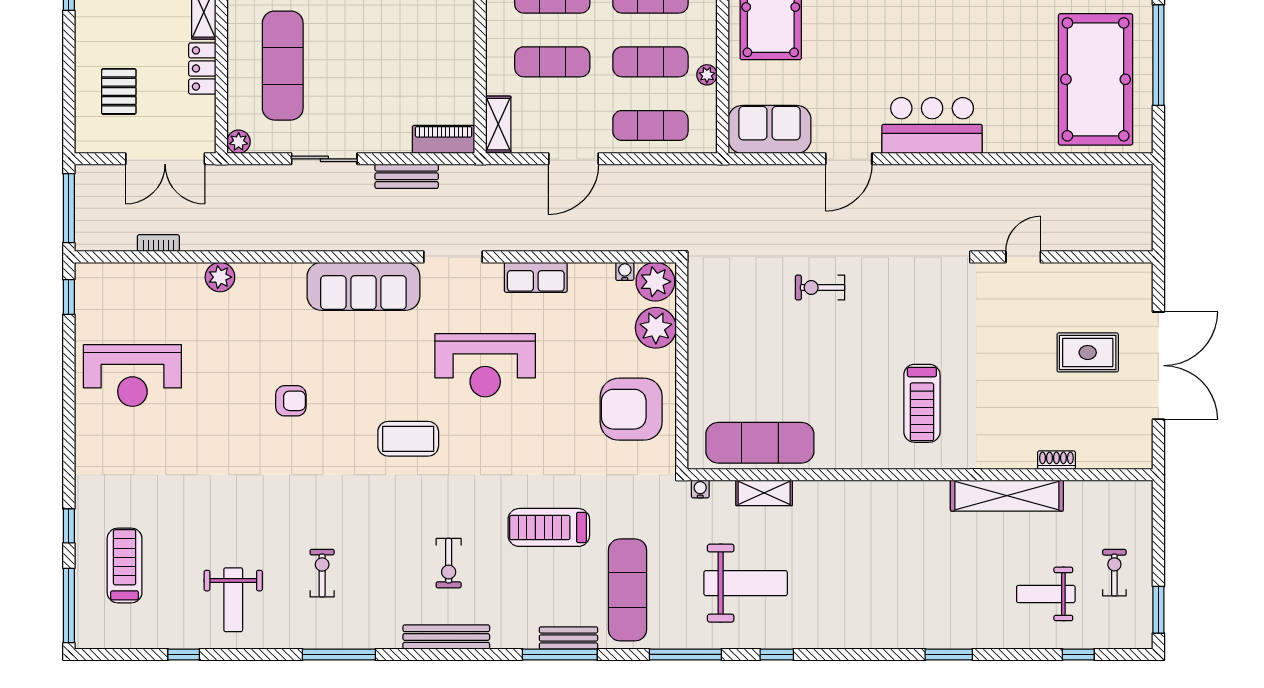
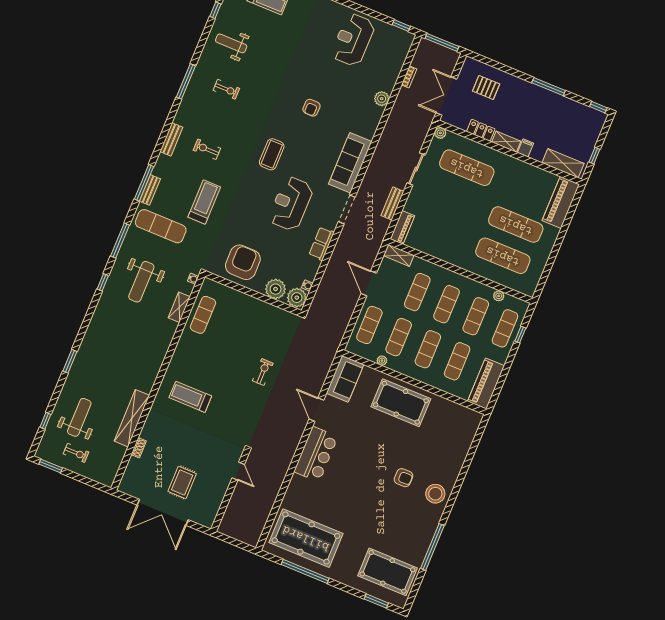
exercise mat: (760, 443) -> (203, 315), width x0.73, depth x0.69
weight bench: (1046, 594) -> (79, 417), width x1.36, depth x1.33
bench: (446, 637) -> (171, 139), width x0.73

